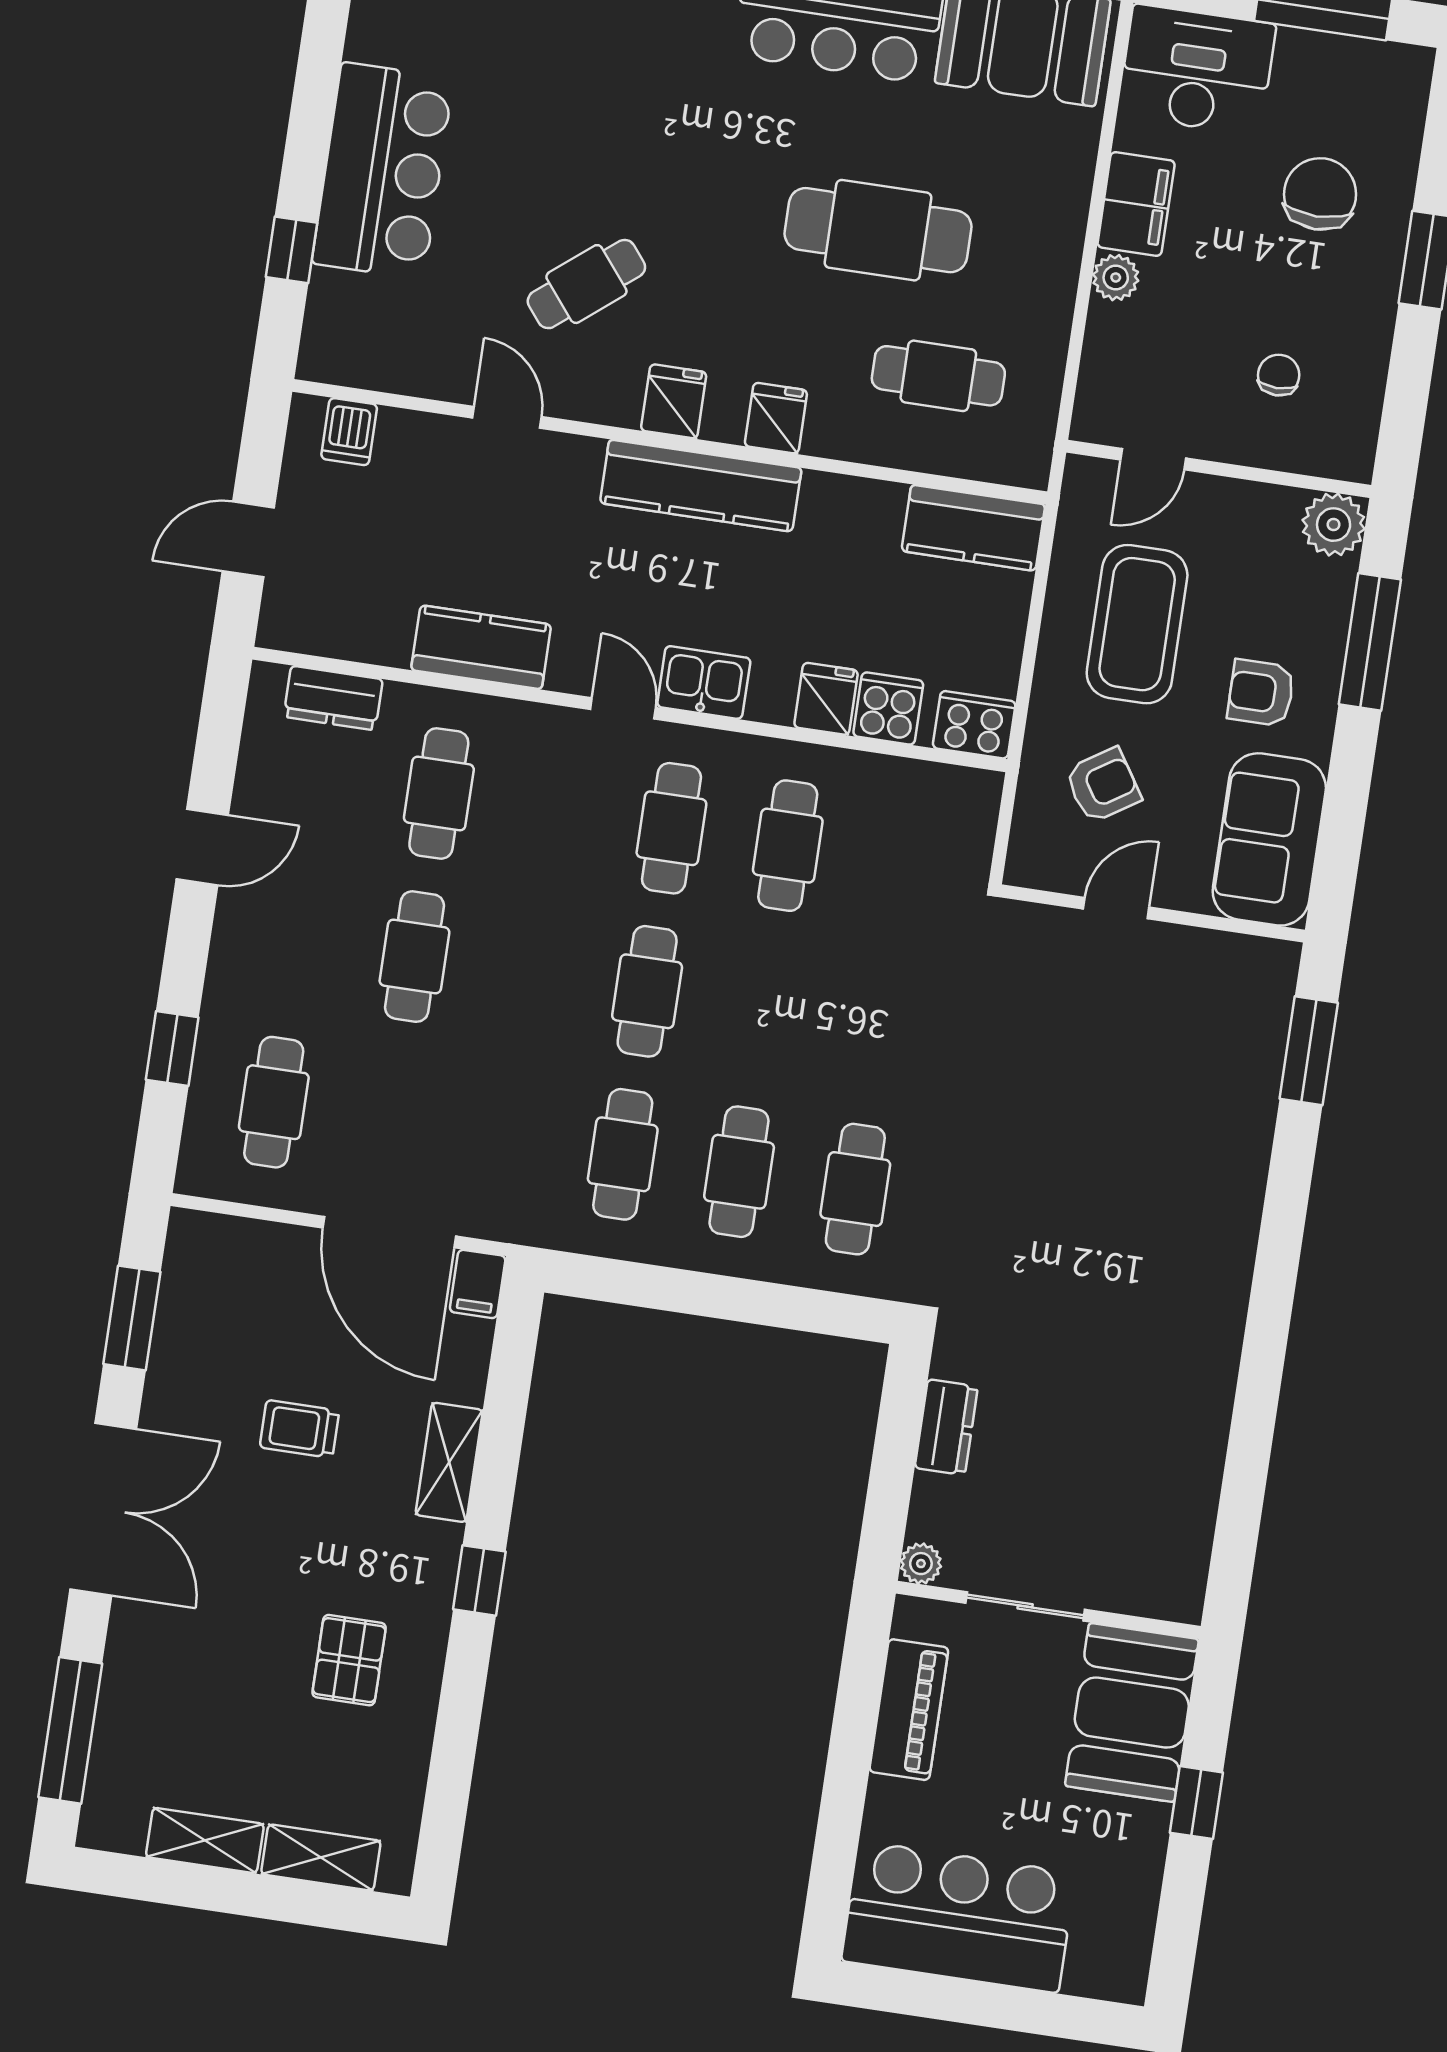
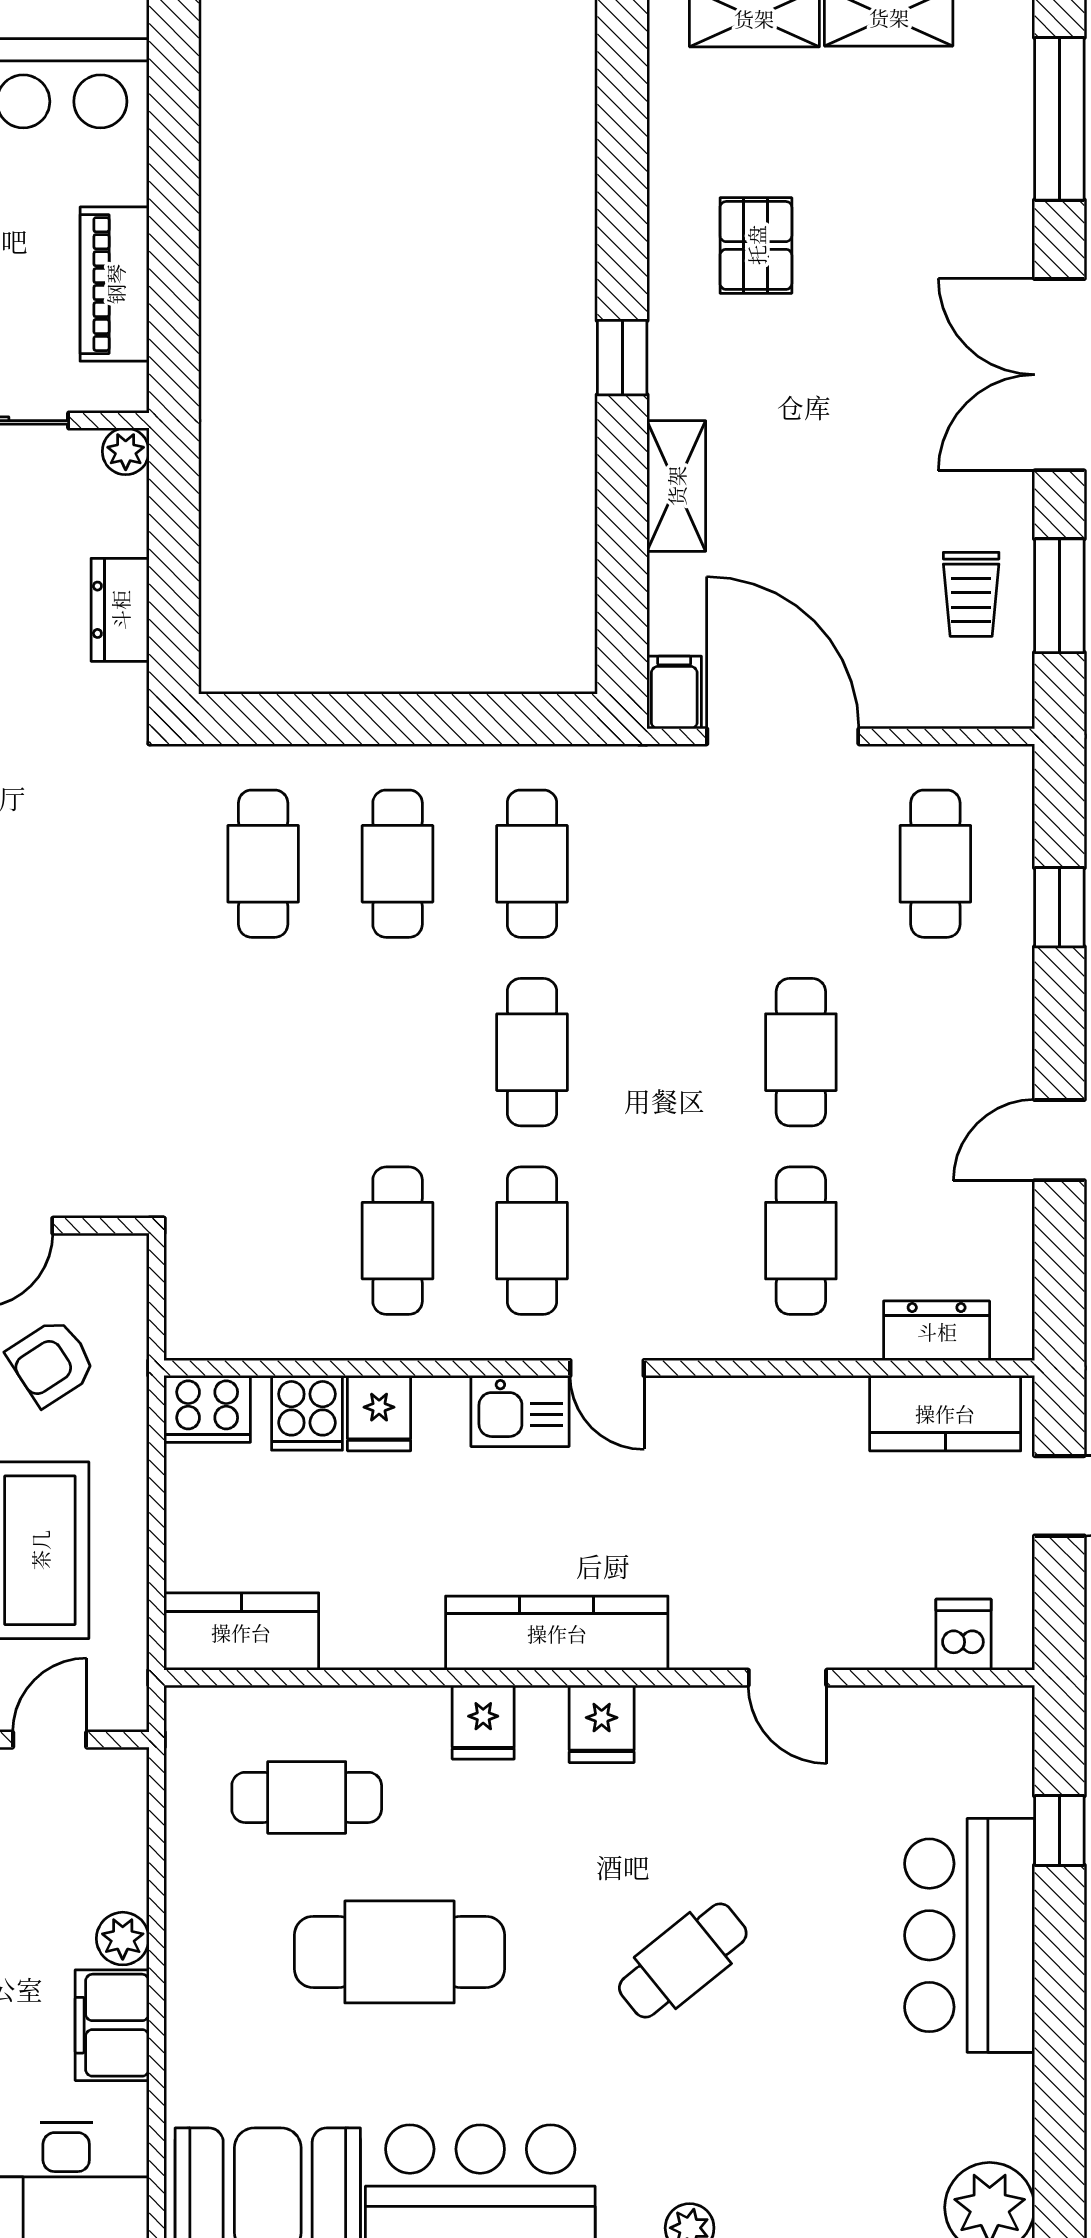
cafe table: (586, 284) -> (683, 1961), moved
kitchen counter: (481, 647) -> (945, 1413), moved
trolley: (299, 1429) -> (971, 594), moved, turned 90

